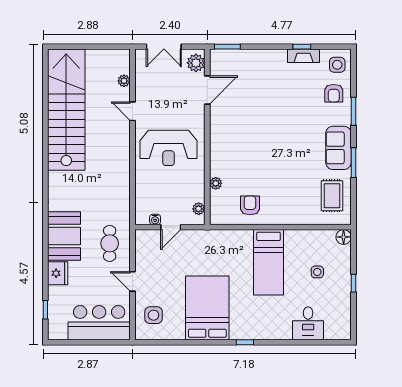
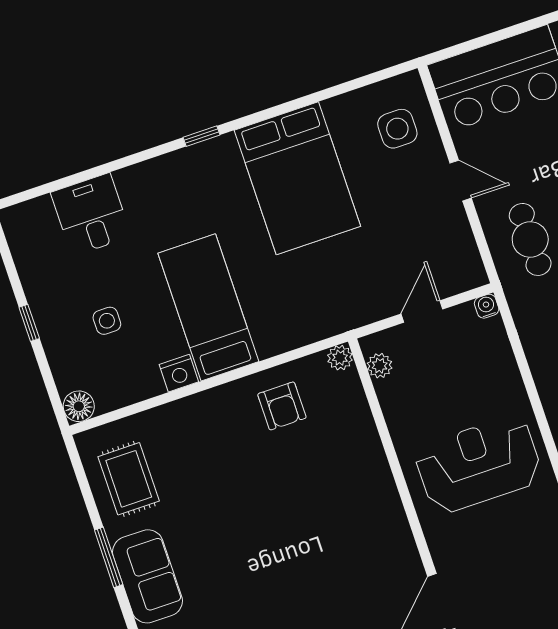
plant: (216, 183) -> (340, 358), moved
water cooler: (155, 219) -> (487, 306), moved
nightstand: (292, 237) -> (179, 373), added

